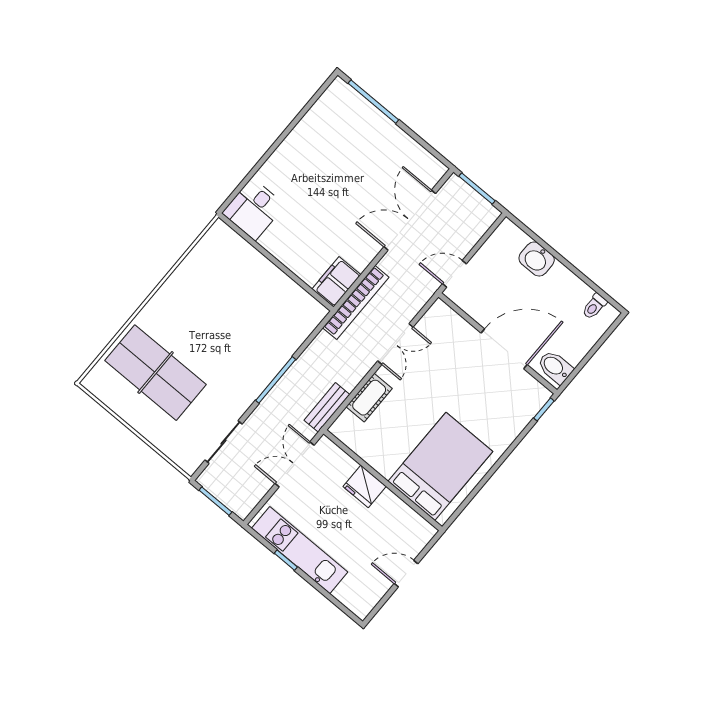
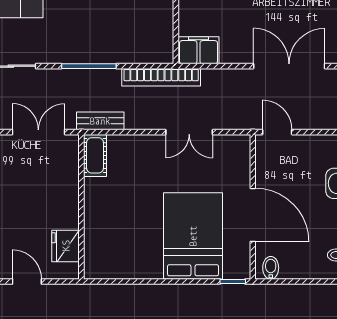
bookcase: (356, 302) -> (161, 77), moved
bidet: (555, 367) -> (271, 268), width x0.72, depth x0.74
cot: (369, 398) -> (95, 155), moved, turned 90
bed: (440, 466) -> (193, 236), moved, turned -90
fridge: (365, 486) -> (66, 246), moved

